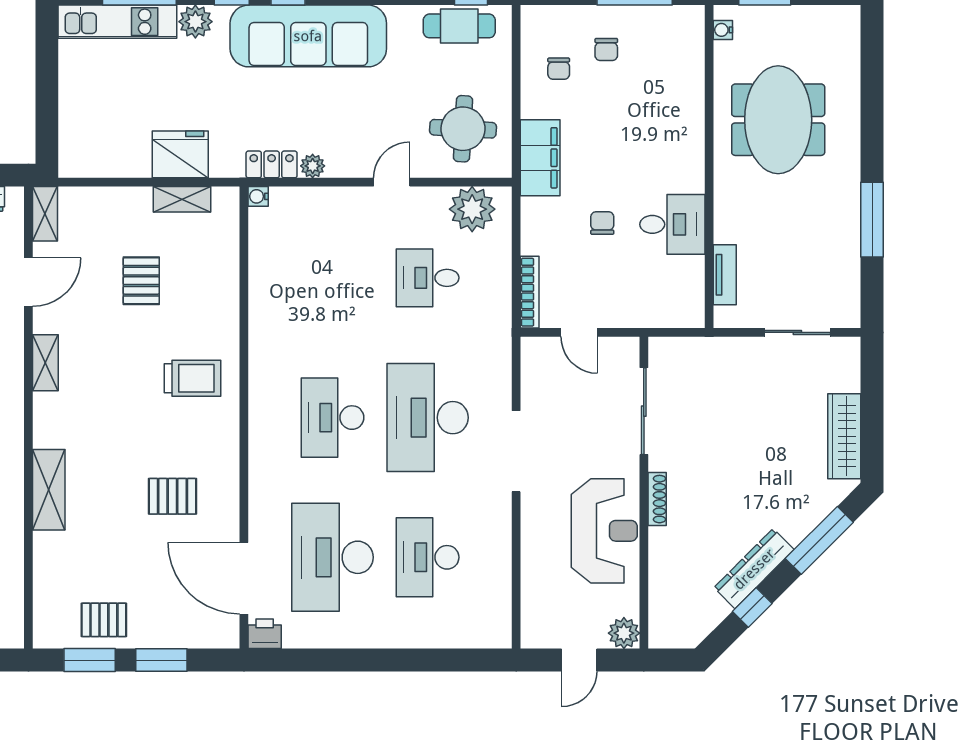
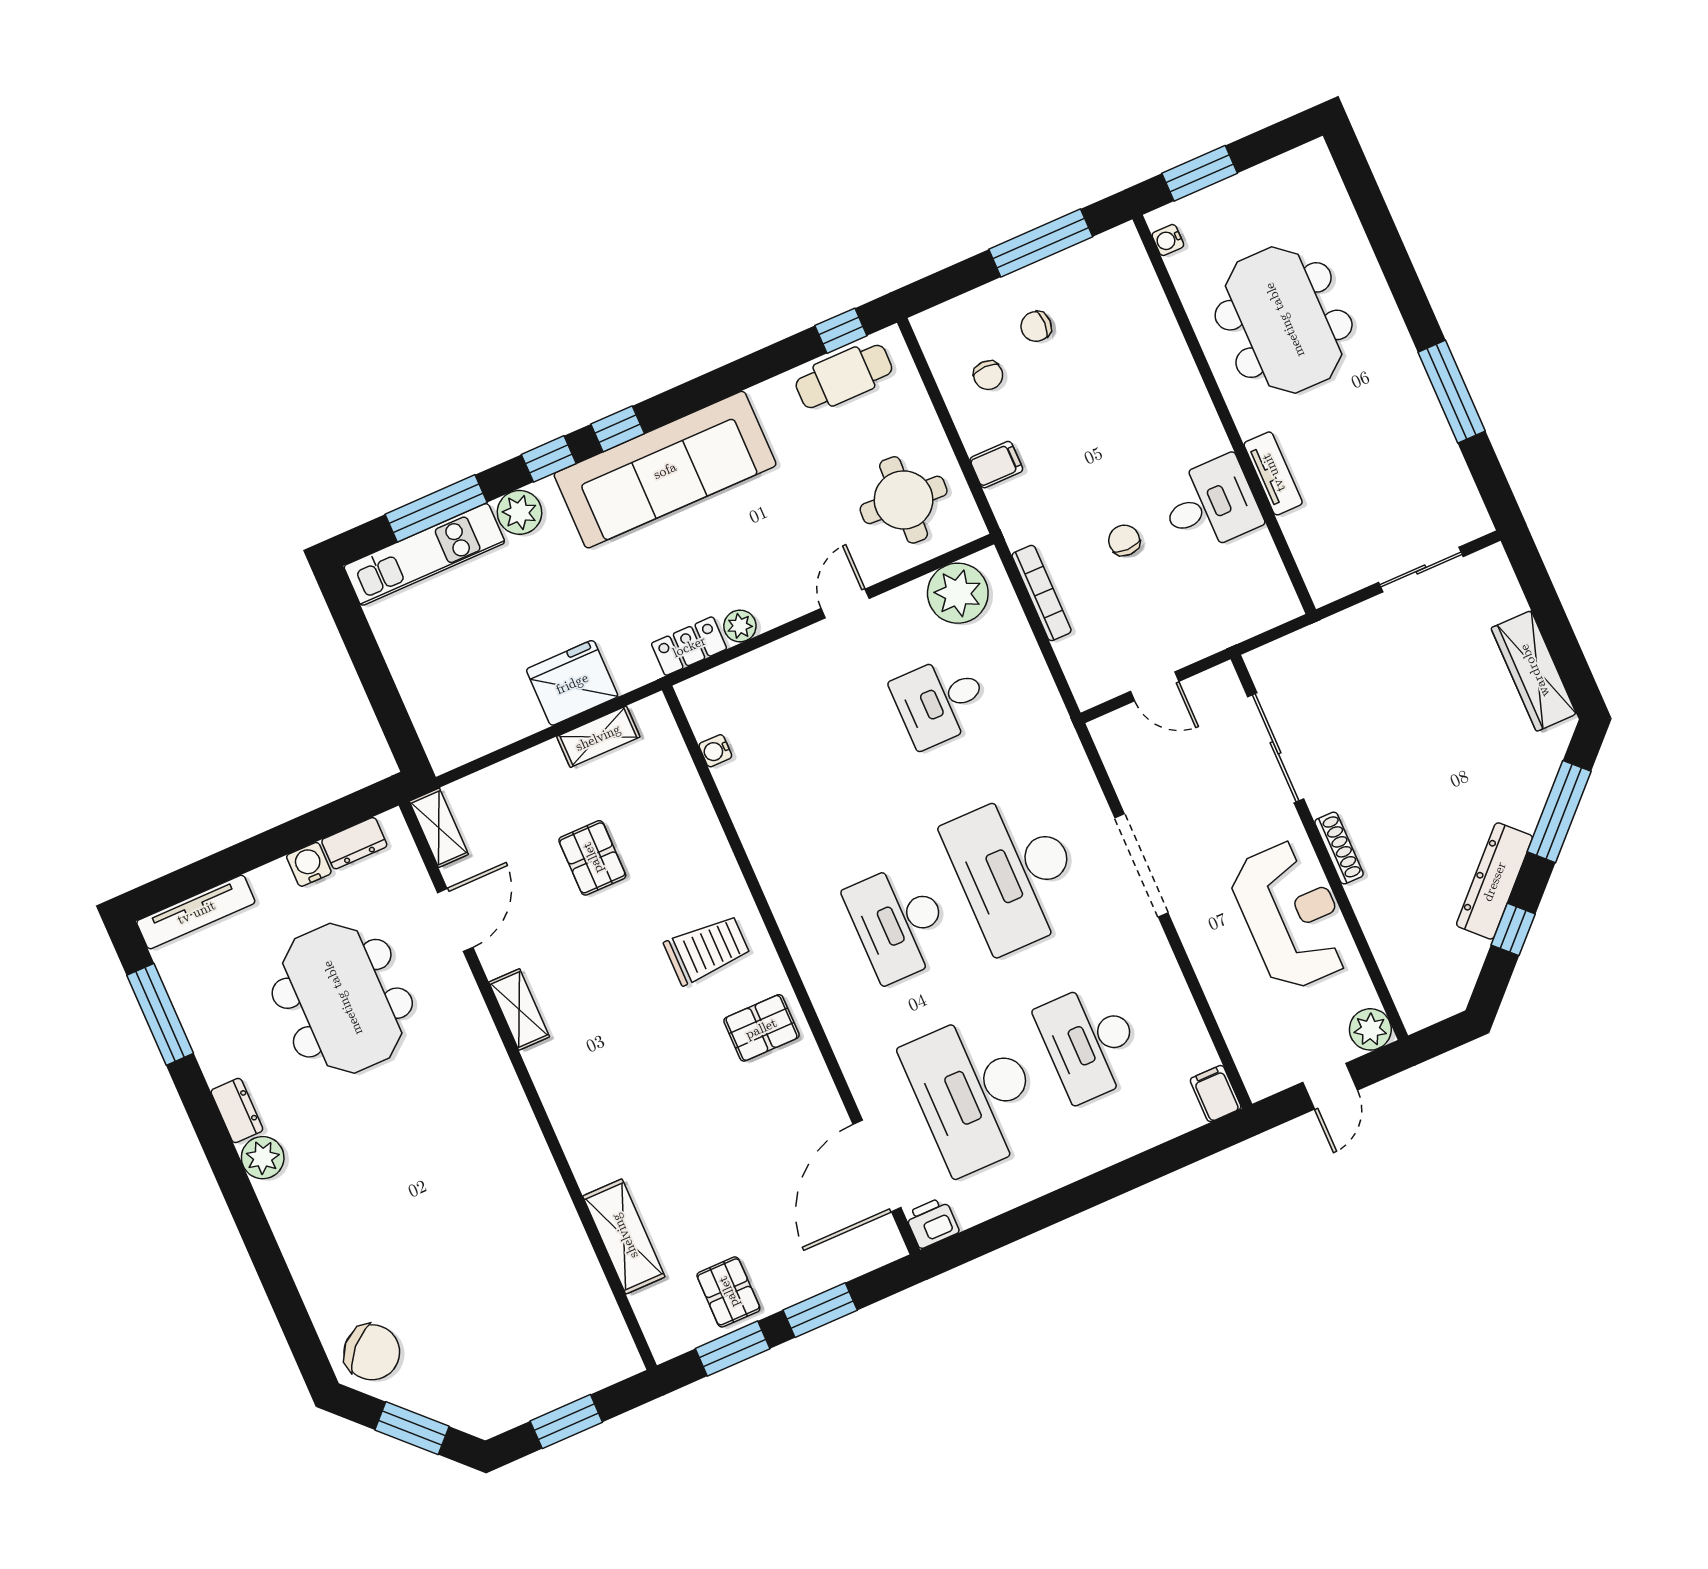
chair: (606, 50) -> (1036, 326), turned 91
filing cabinet: (540, 158) -> (996, 465), width x0.33, depth x0.86
water cooler: (258, 196) -> (715, 751), moved
tv unit: (725, 275) -> (1273, 473), moved
bookcase: (530, 292) -> (1042, 593), moved
shelving: (49, 490) -> (624, 1236), moved
pallet: (172, 496) -> (761, 1028), moved
door: (244, 578) -> (877, 1166), hinge flipped
pallet: (104, 620) -> (728, 1292), turned 90
filing cabinet: (498, 631) -> (1216, 1094), added

